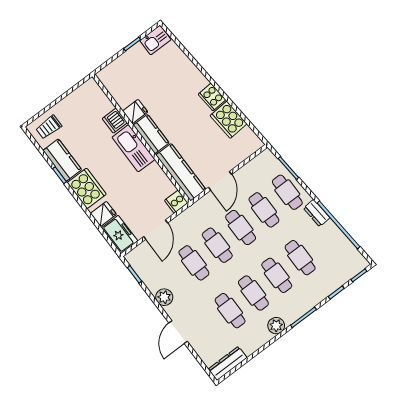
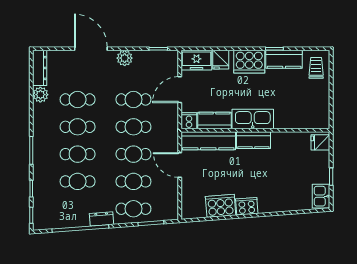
fridge: (135, 112) -> (320, 142), moved, turned 90
dishwasher: (115, 121) -> (284, 121), removed
kitchen counter: (160, 180) -> (214, 120), added
door: (156, 230) -> (180, 90), hinge flipped
plant: (276, 326) -> (40, 95), moved
door: (178, 332) -> (91, 49), width x1.36

